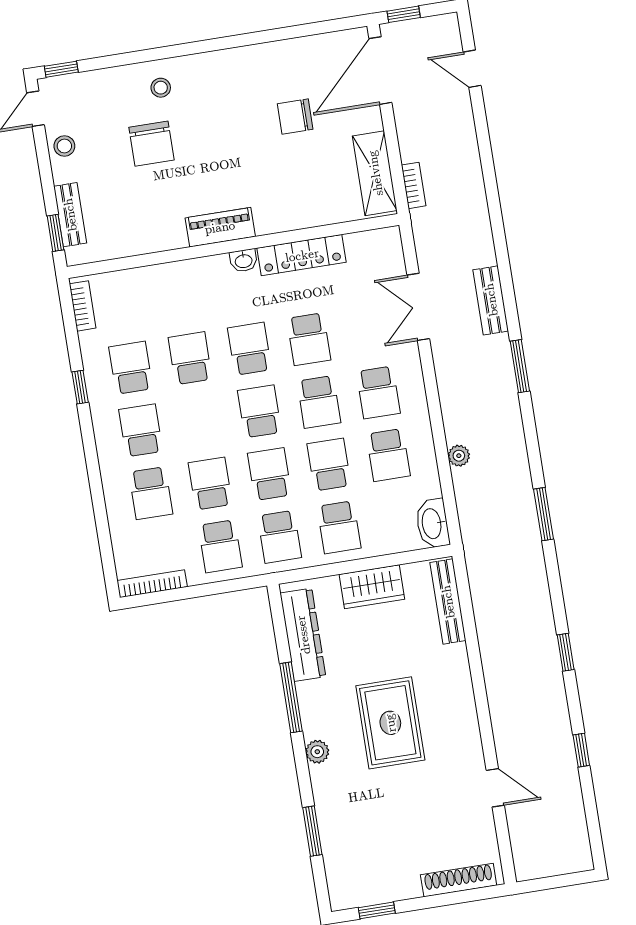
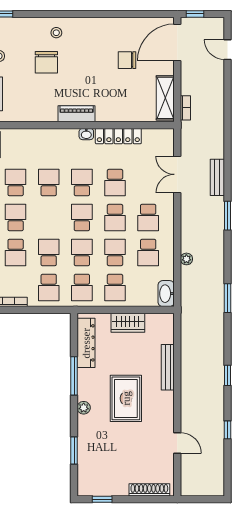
bench: (448, 602) -> (168, 367), moved

